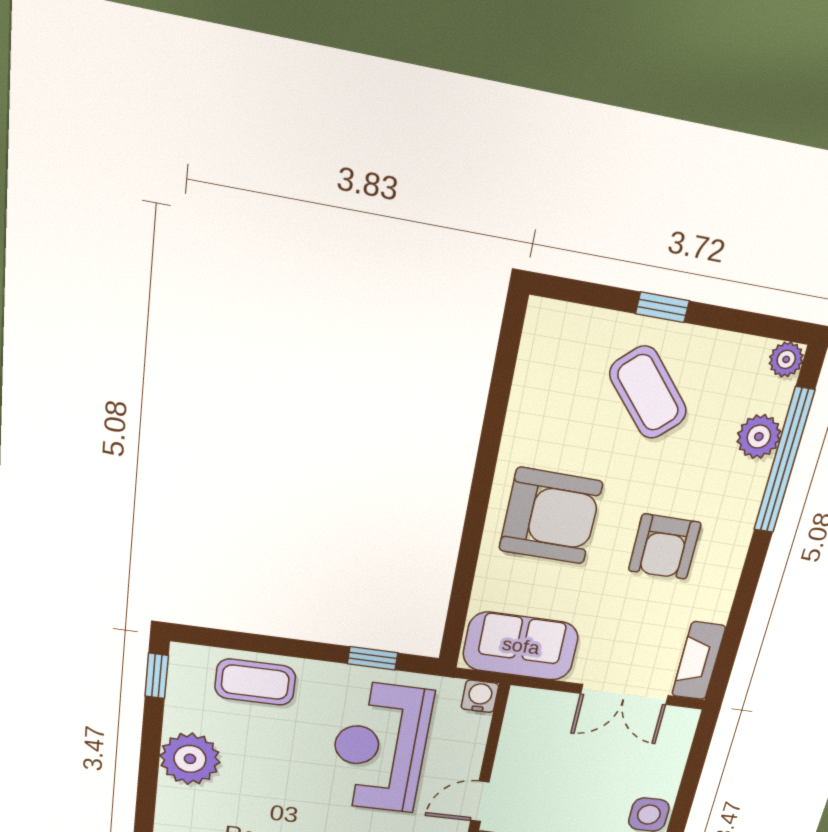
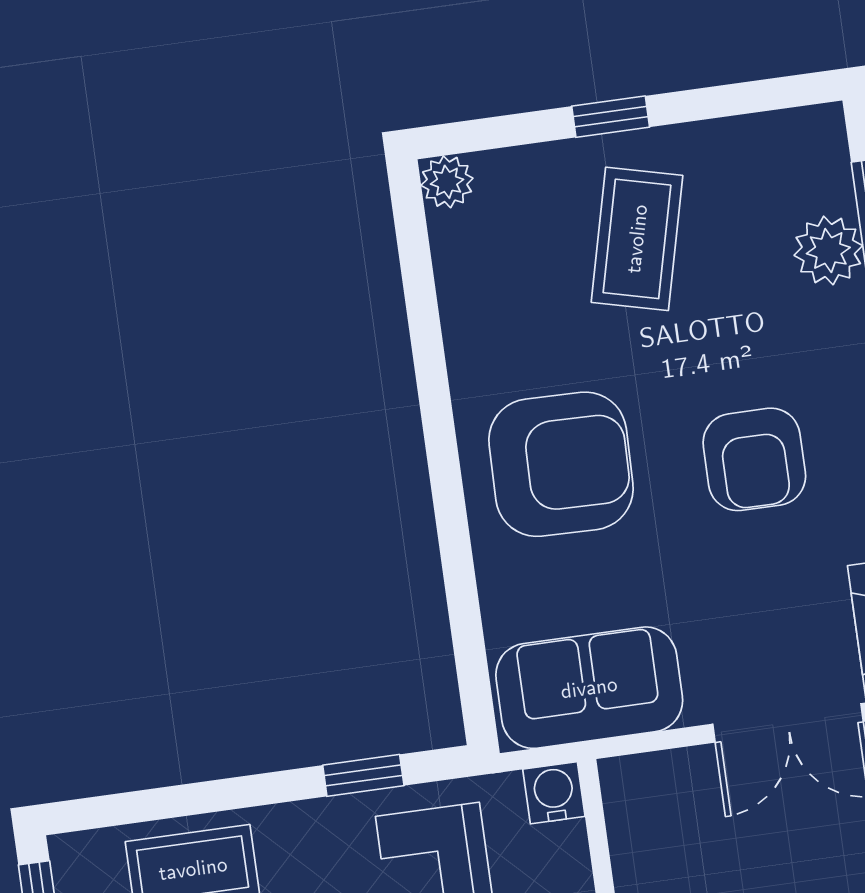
plant: (786, 359) -> (447, 182), moved
coffee table: (648, 393) -> (637, 239), turned 56

